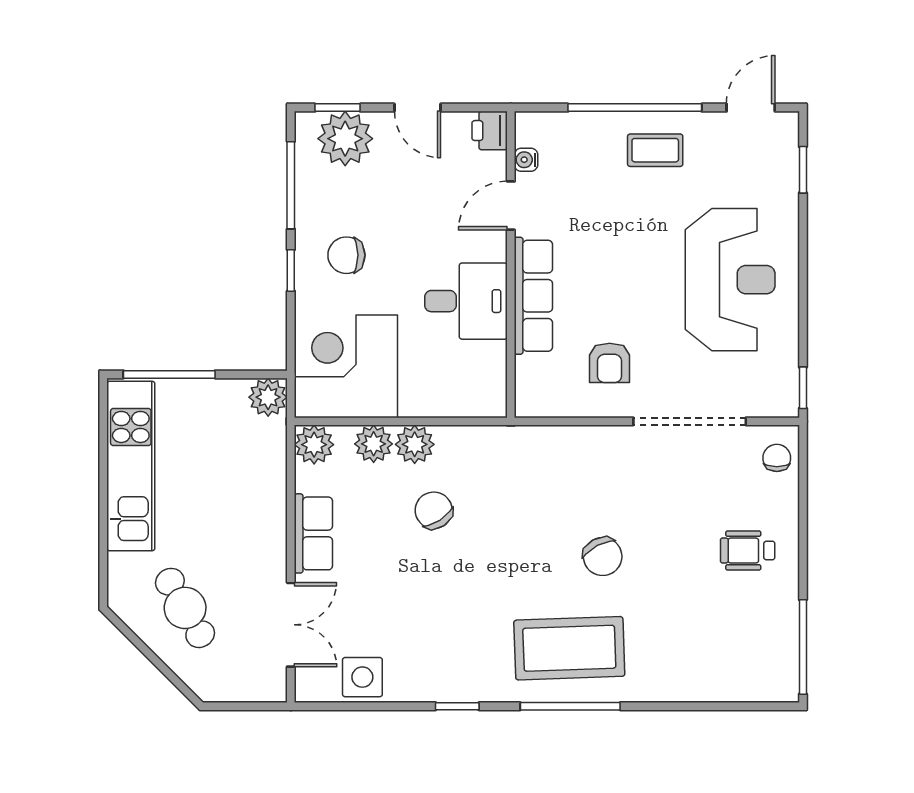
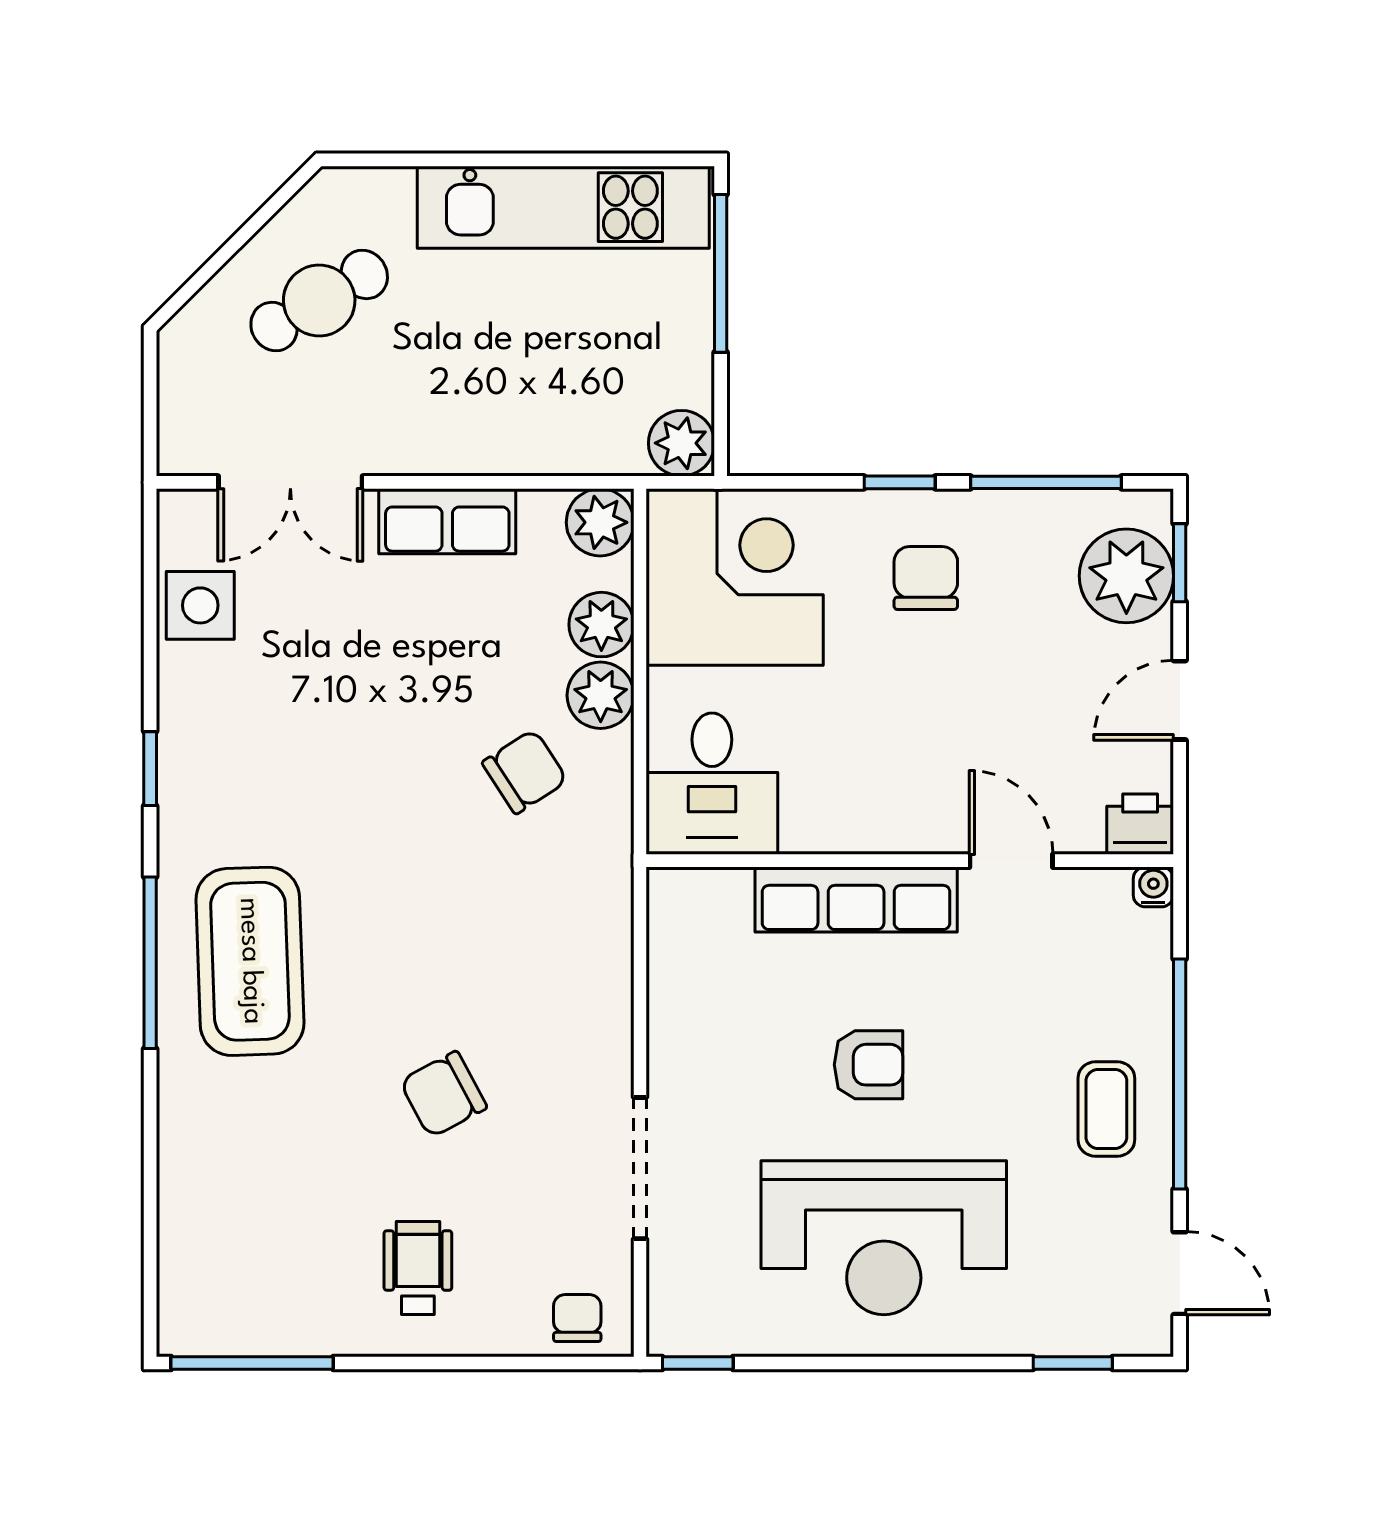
water cooler: (526, 160) -> (1153, 887), moved
desk: (466, 301) -> (712, 784), moved
armchair: (610, 363) -> (869, 1065), moved, turned 180
doorway: (690, 421) -> (640, 1168), width x0.73
chair: (777, 458) -> (577, 1318), turned -90
chair: (434, 510) -> (525, 772), moved
chair: (603, 556) -> (443, 1094), moved

